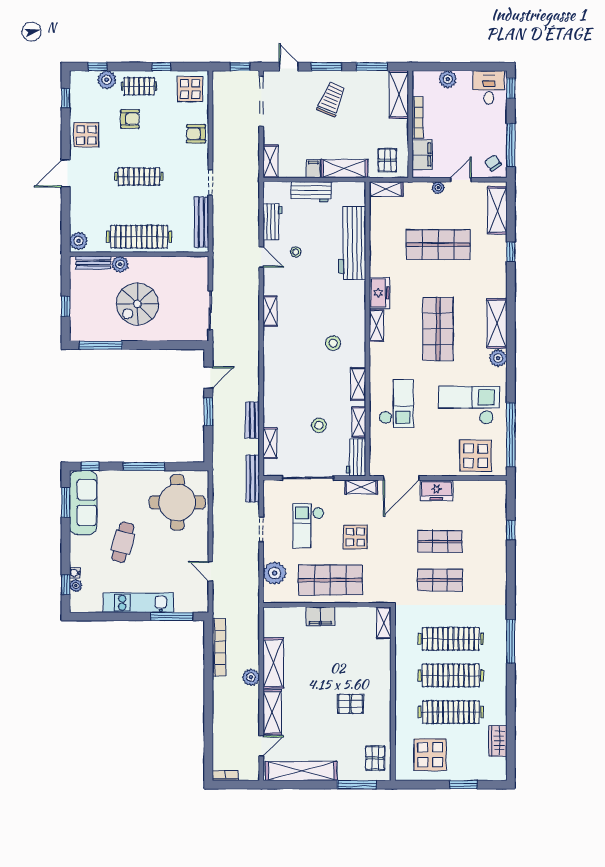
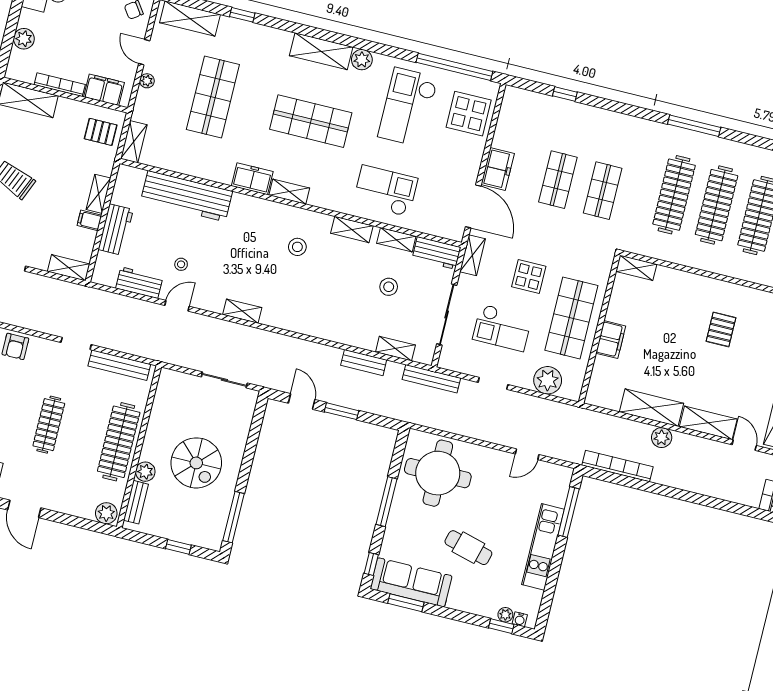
shelving: (344, 169) -> (99, 194), width x0.67, depth x0.75
water cooler: (75, 573) -> (520, 619), moved

